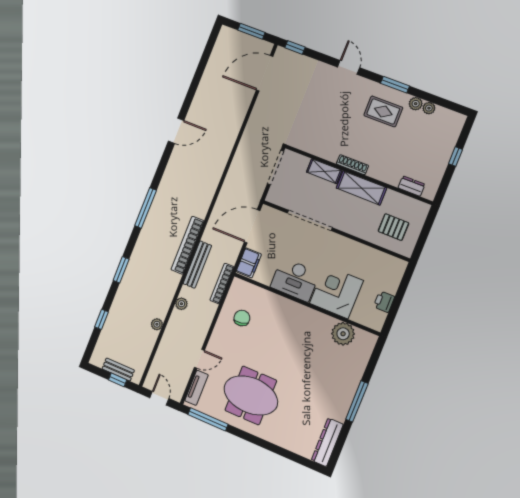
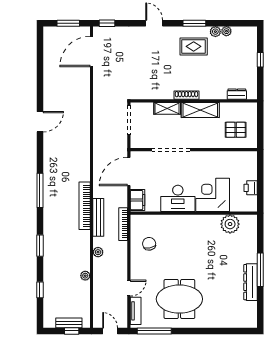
dresser: (327, 442) -> (251, 282), moved

